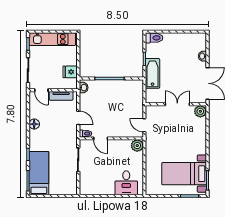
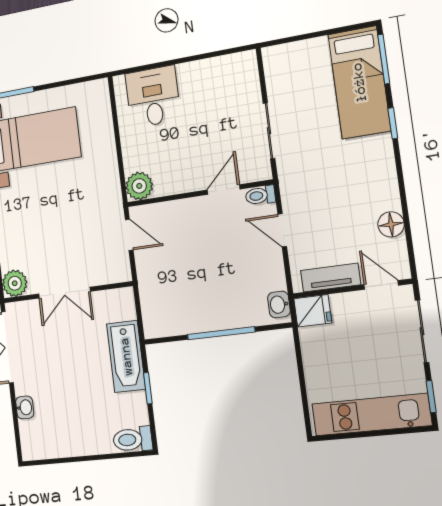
fridge: (70, 72) -> (313, 311), moved
floor lamp: (34, 124) -> (391, 224), moved
door: (101, 138) -> (224, 190), hinge flipped

